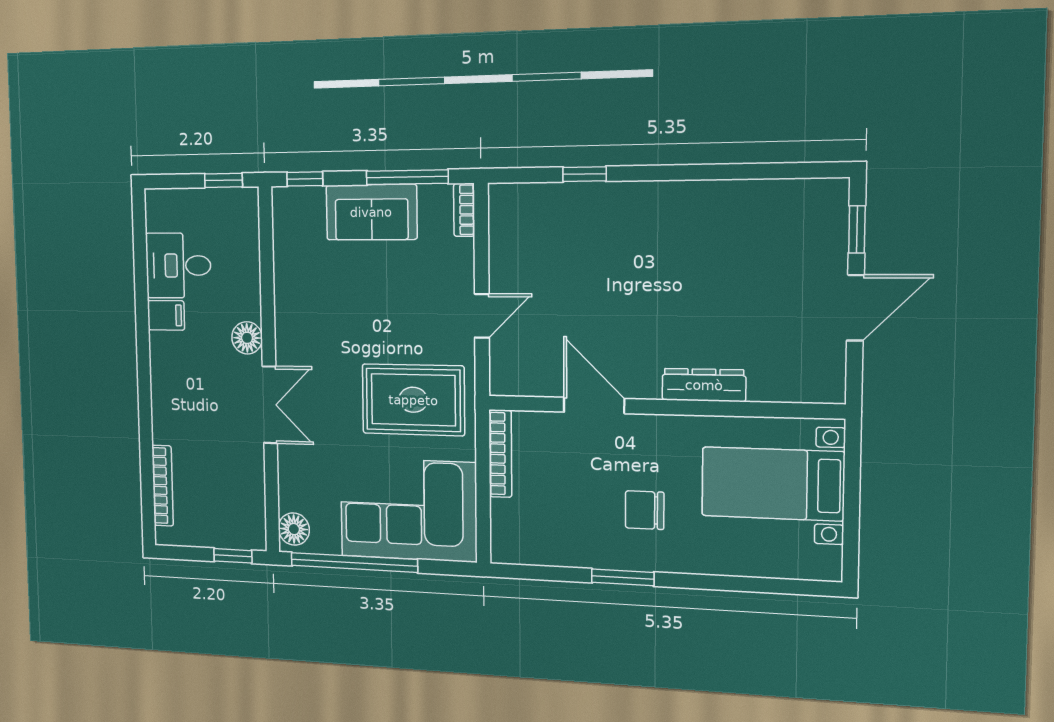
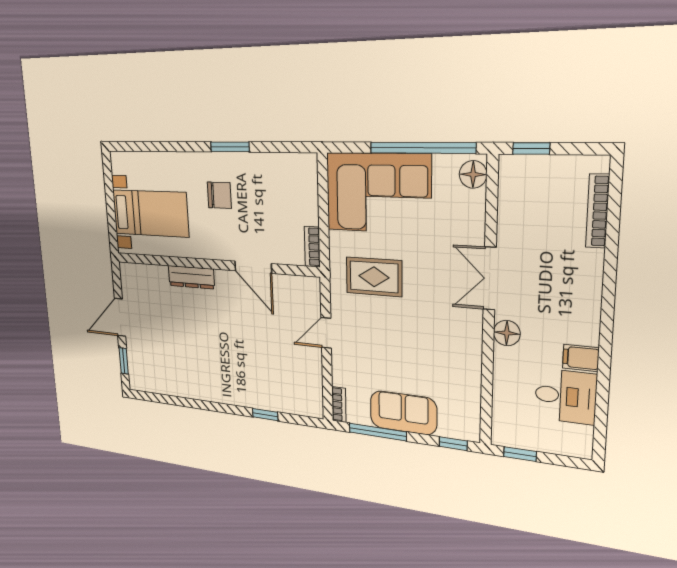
rug: (413, 400) -> (374, 277), width x0.73, depth x0.70
bookcase: (500, 454) -> (312, 247), width x0.64

